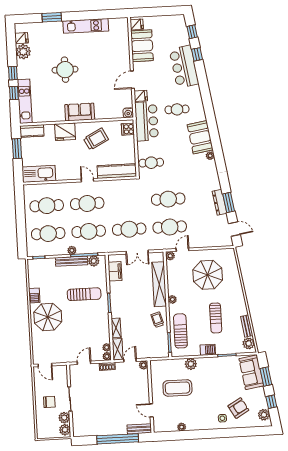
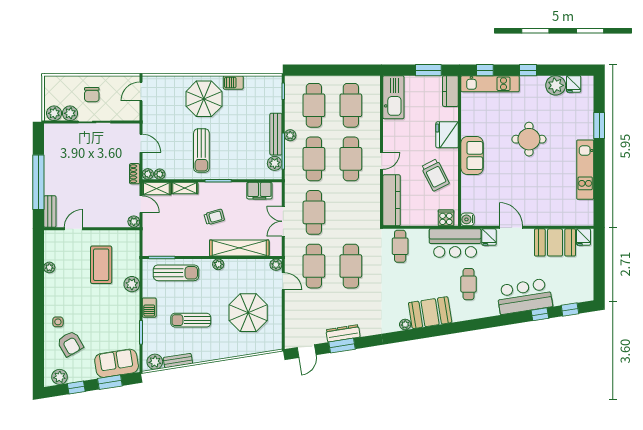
window: (14, 93) -> (485, 70), moved
sun lounger: (84, 294) -> (201, 151), moved
trolley: (157, 320) -> (214, 217), moved

